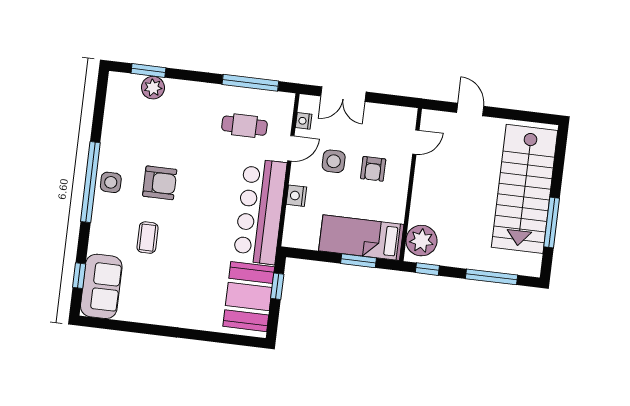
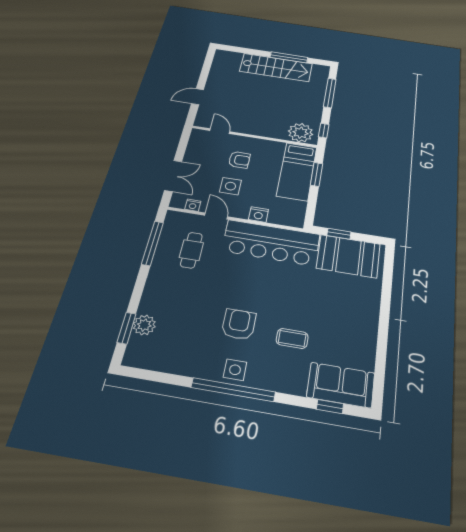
stairs: (525, 189) -> (276, 67), width x0.73, depth x0.66

